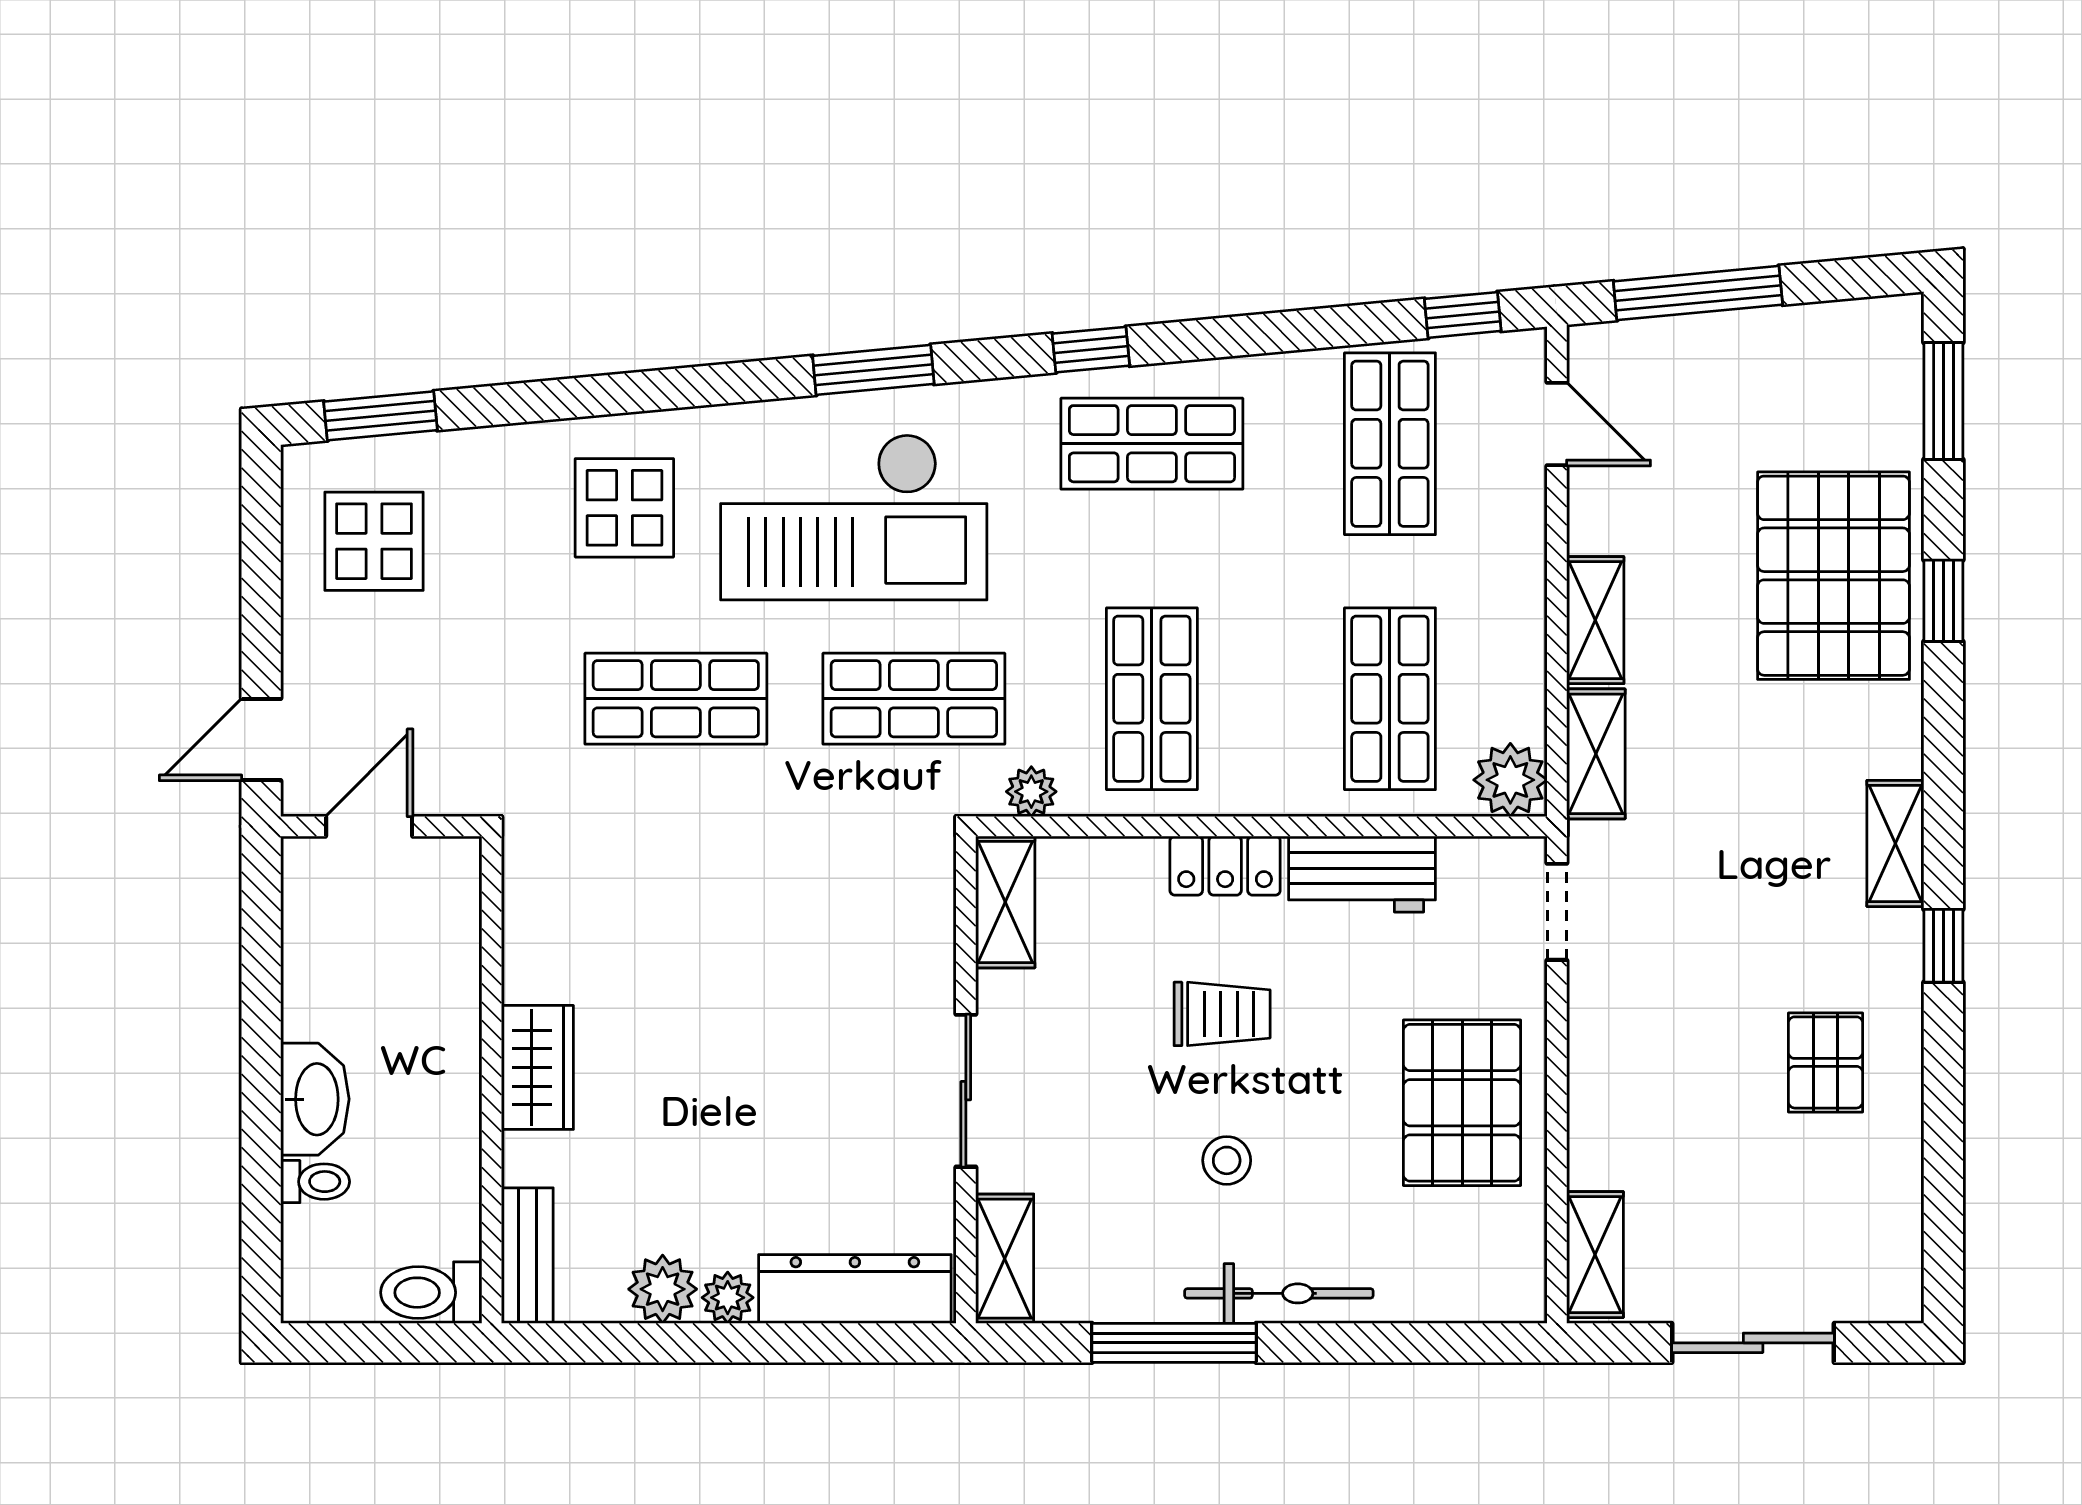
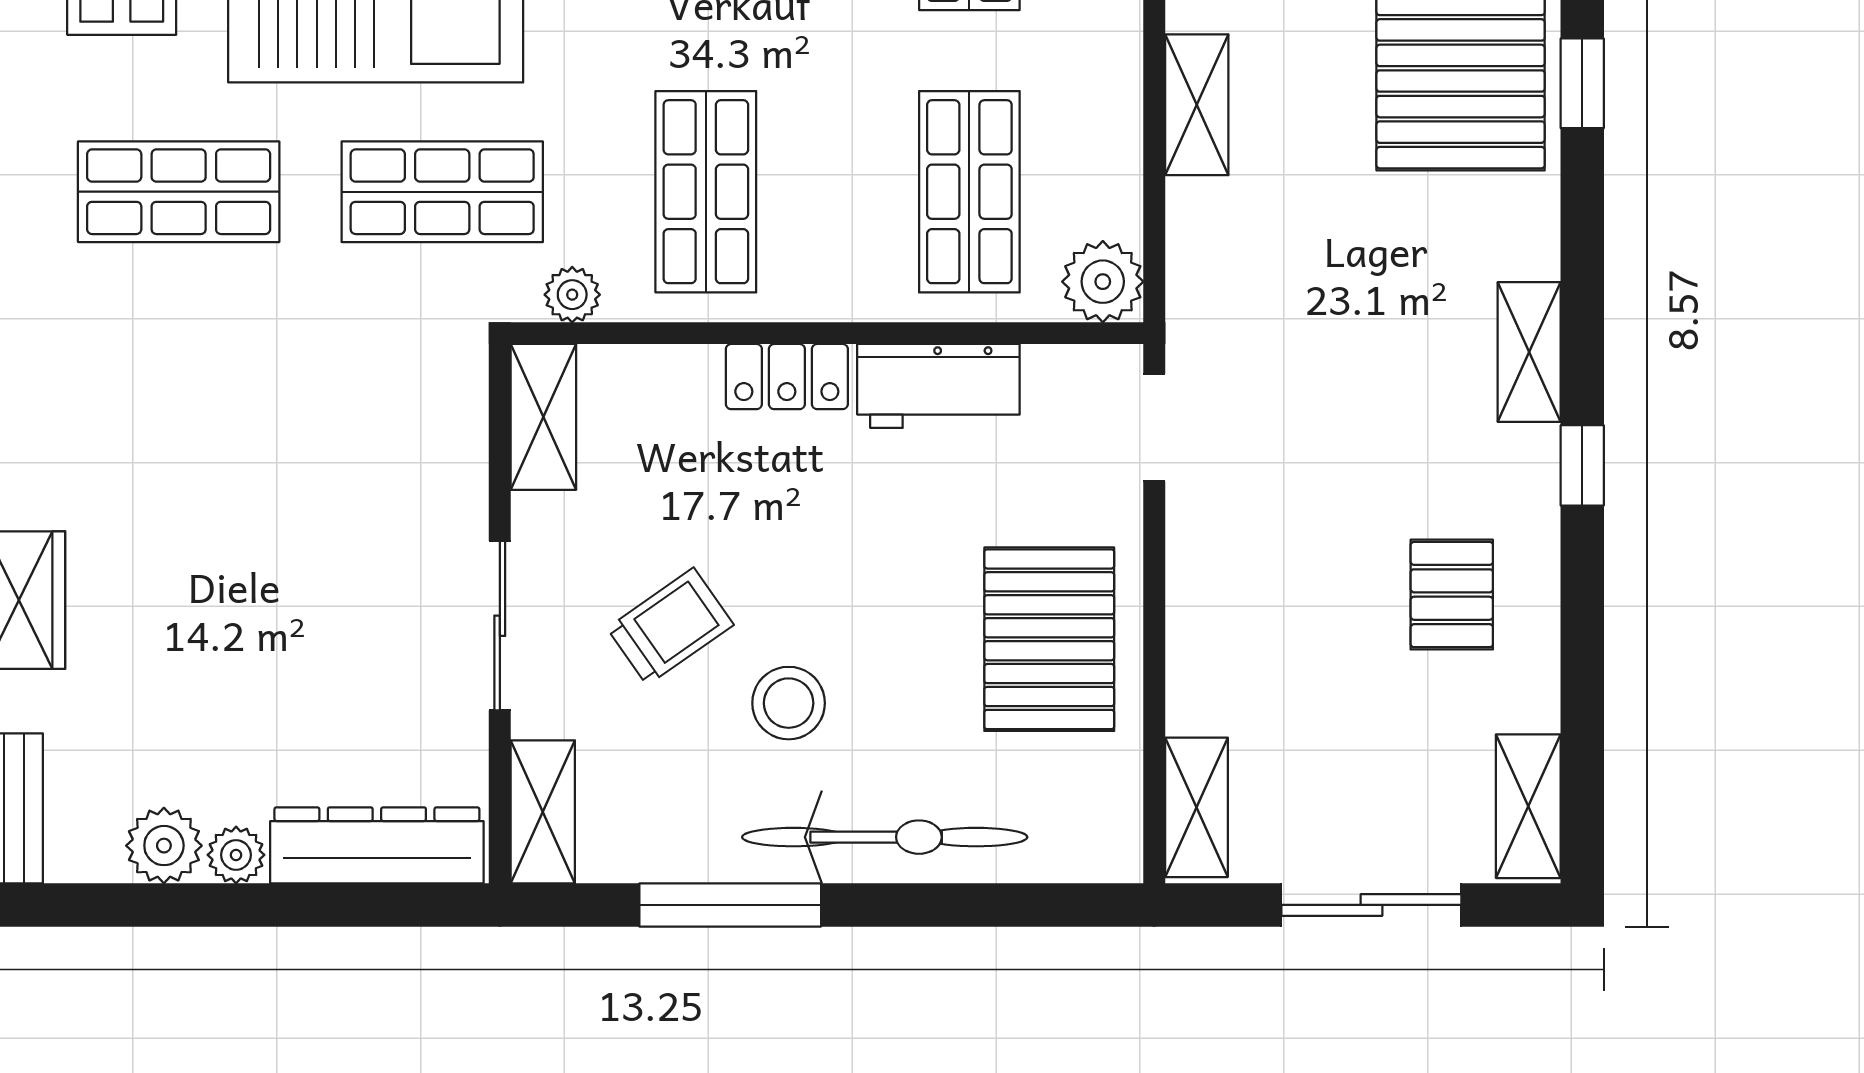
shelving: (1596, 754) -> (1528, 806), moved
trolley: (1222, 1014) -> (670, 626), moved, turned -35
stool: (1227, 1160) -> (789, 703), width x1.37, depth x1.37
bicycle: (1279, 1293) -> (885, 837), width x1.37, depth x1.40

